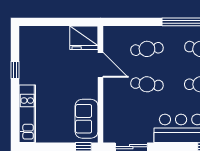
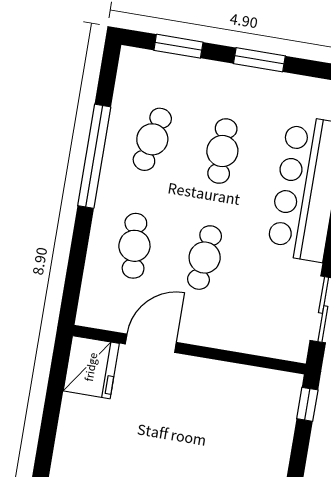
sofa: (87, 119) -> (253, 389), removed

